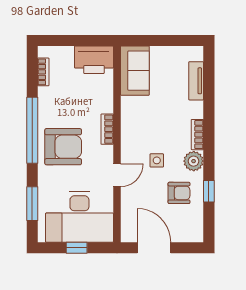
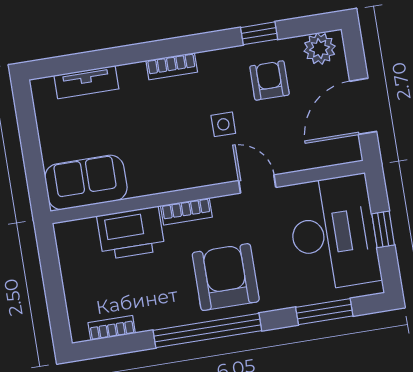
printer: (94, 60) -> (131, 233), moved, turned 90
plant: (194, 161) -> (320, 49), moved

